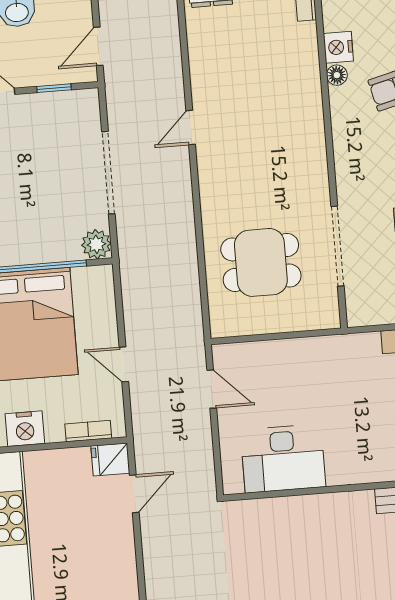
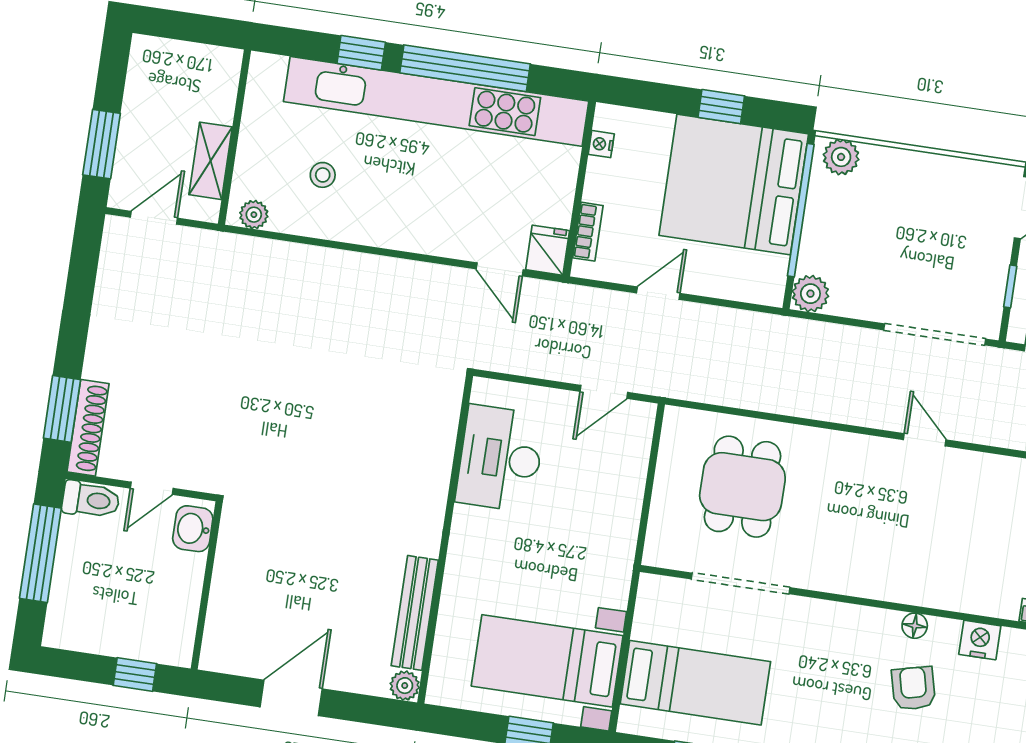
floor lamp: (337, 75) -> (915, 626), moved
doorway: (108, 173) -> (935, 334), moved
nightstand: (25, 429) -> (601, 144), width x0.53, depth x0.56

